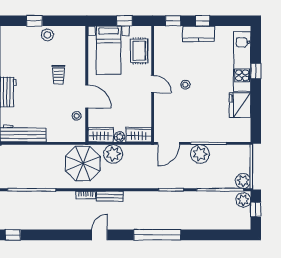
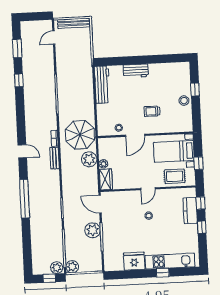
kitchen counter: (199, 34) -> (190, 211), moved
wardrobe: (101, 135) -> (104, 148), removed

